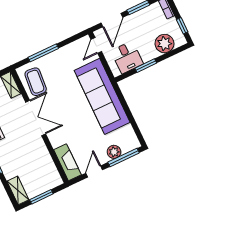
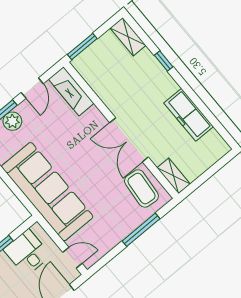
door: (96, 45) -> (72, 258), hinge flipped
window: (41, 197) -> (82, 46), moved

